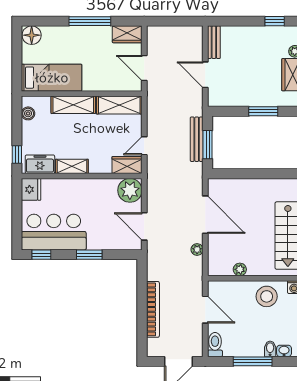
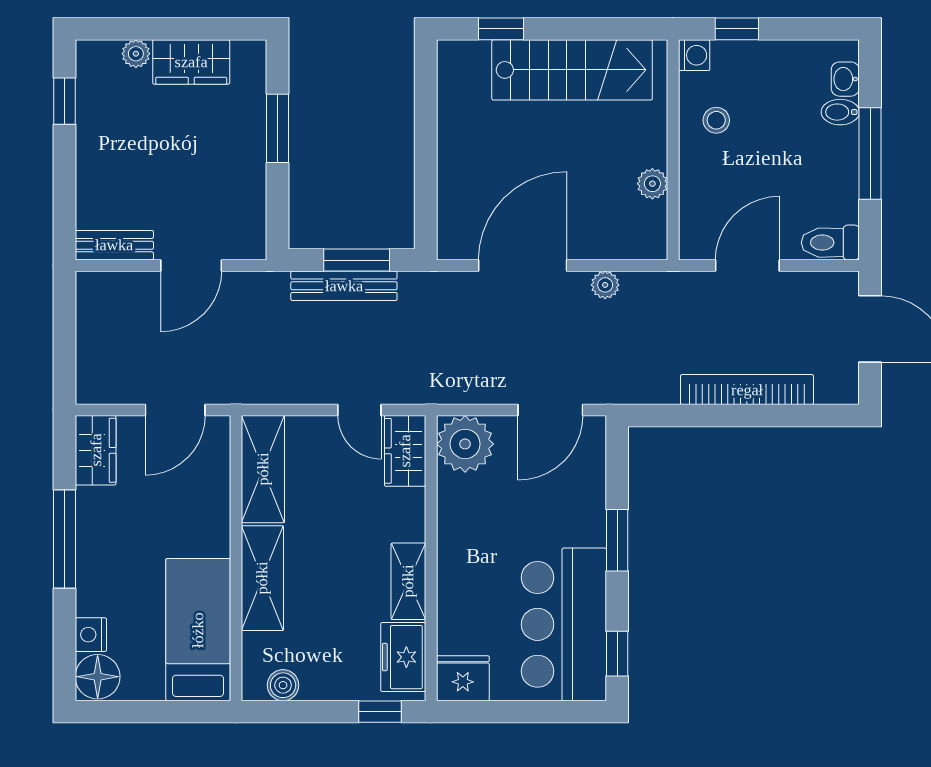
nightstand: (49, 32) -> (91, 635), added
stool: (267, 296) -> (716, 120), width x0.53, depth x0.53

